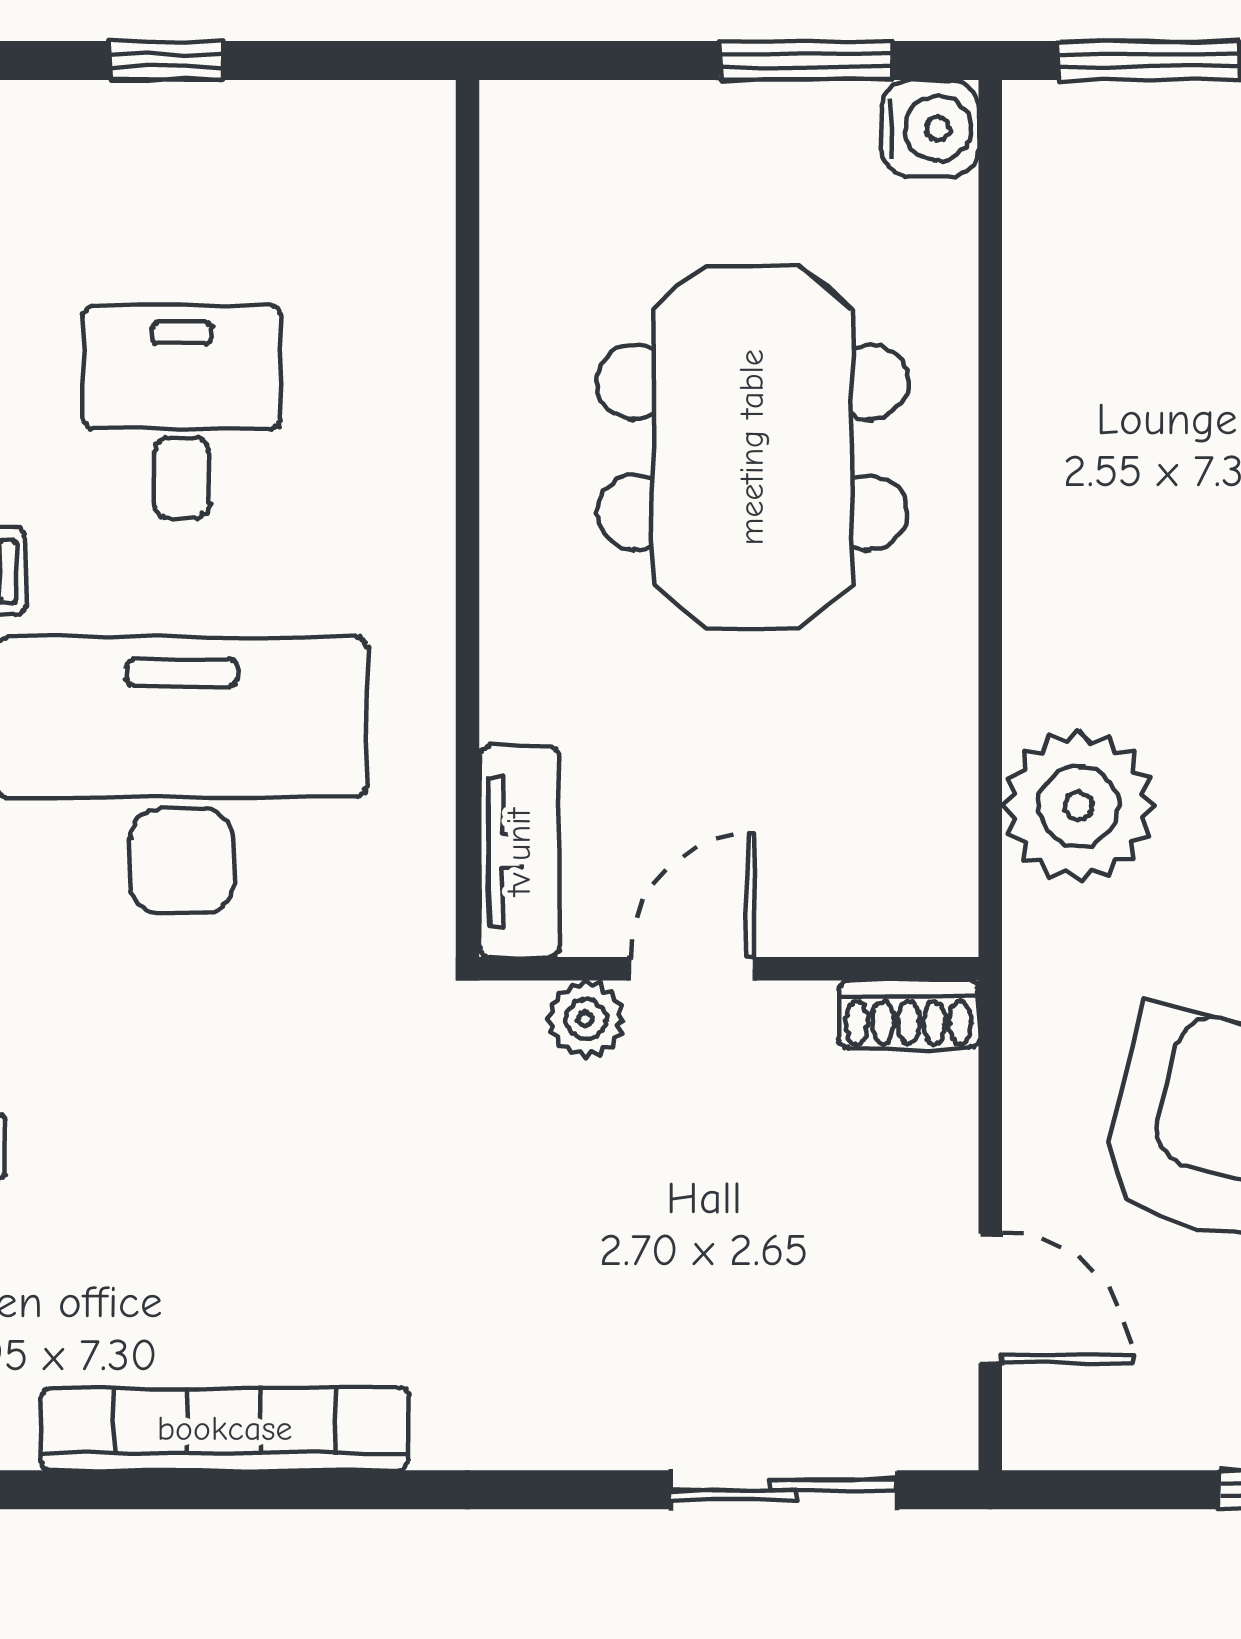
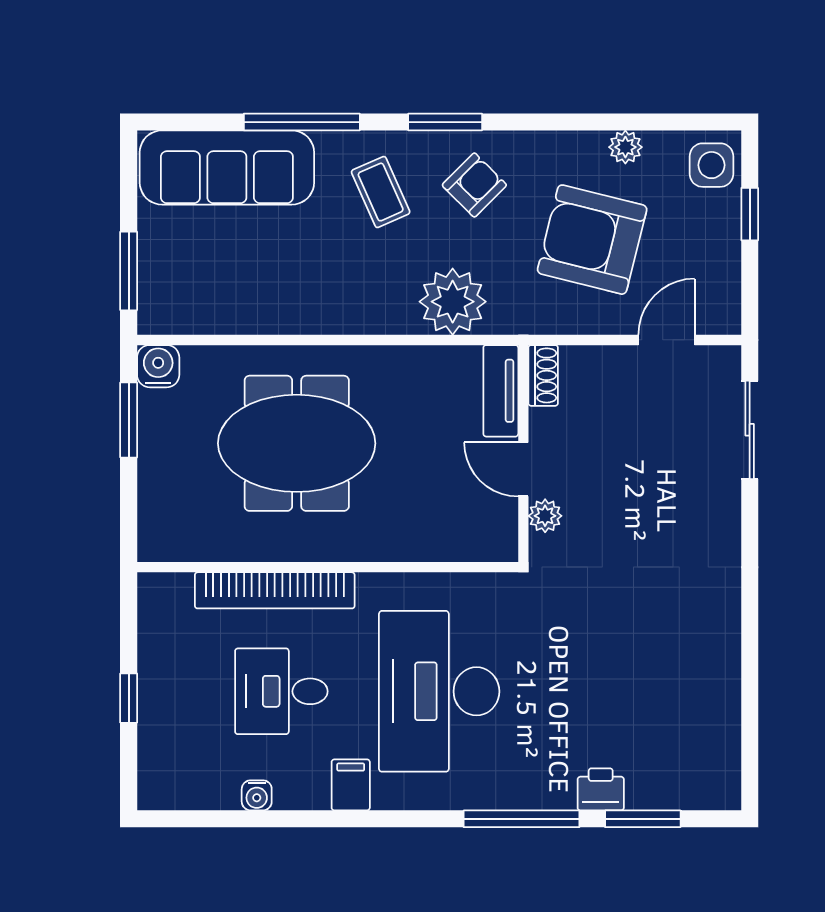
tv unit: (519, 852) -> (501, 391), moved, turned -90
bookcase: (225, 1429) -> (275, 590), moved, turned -90

